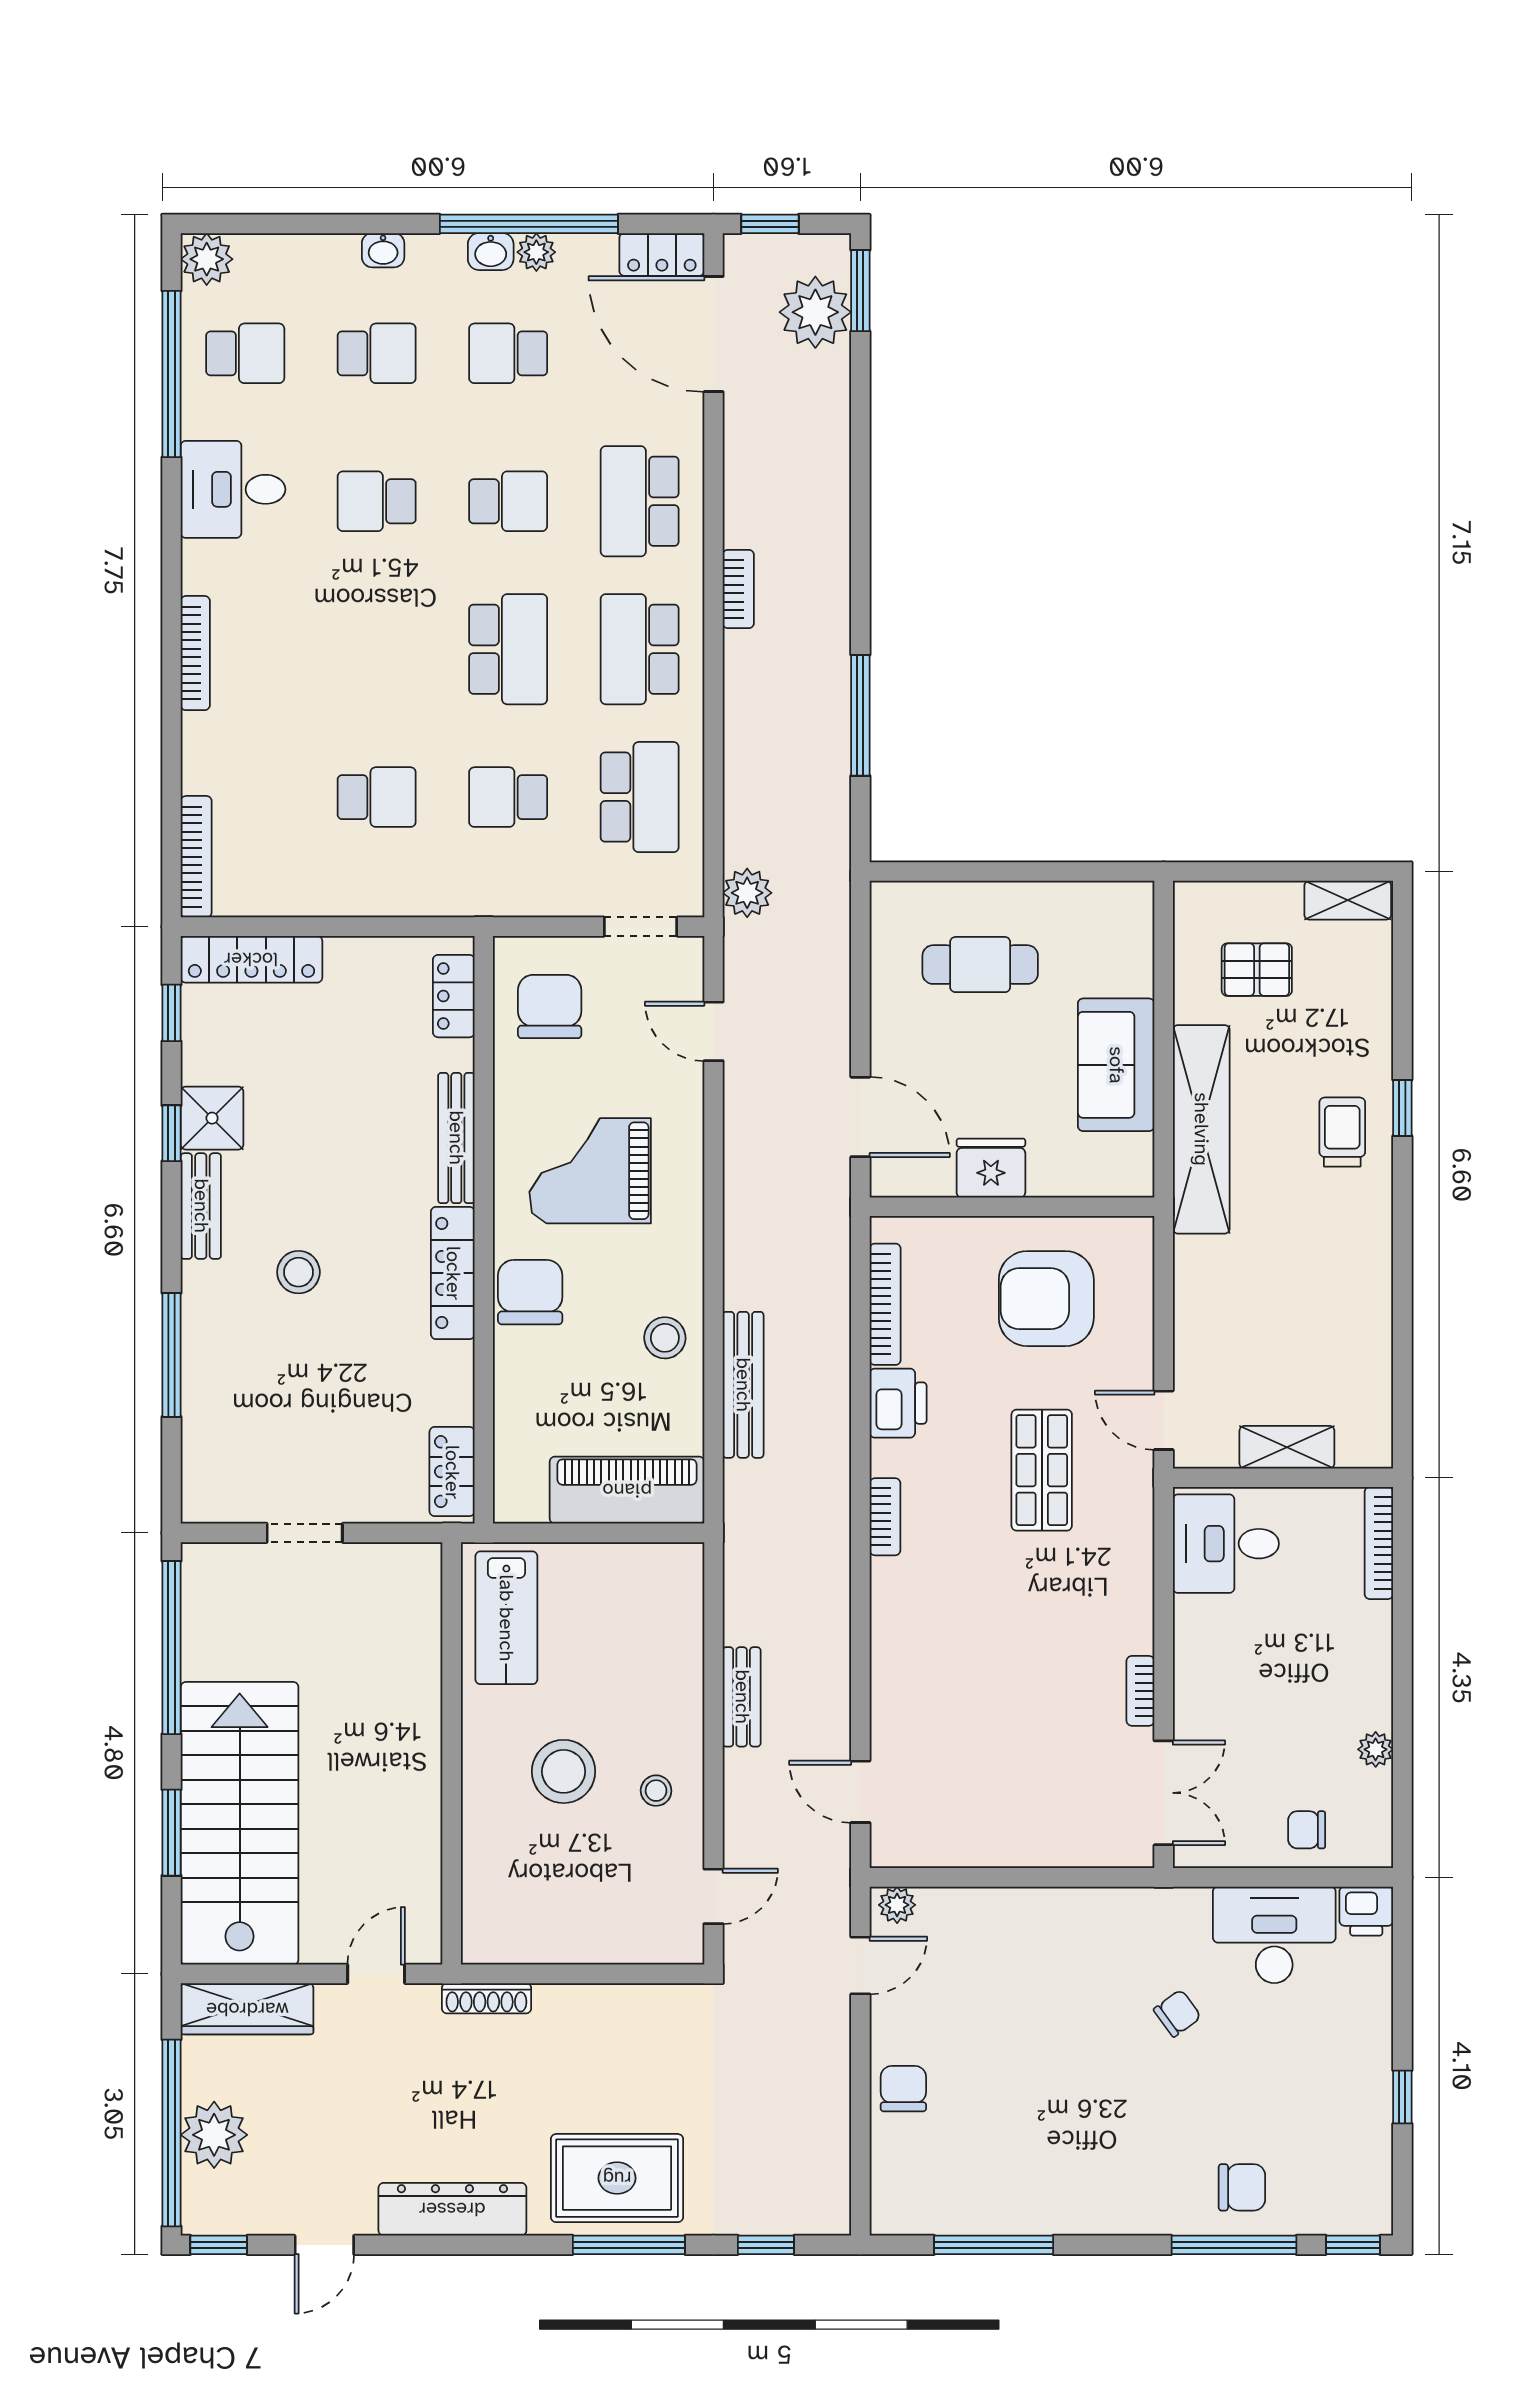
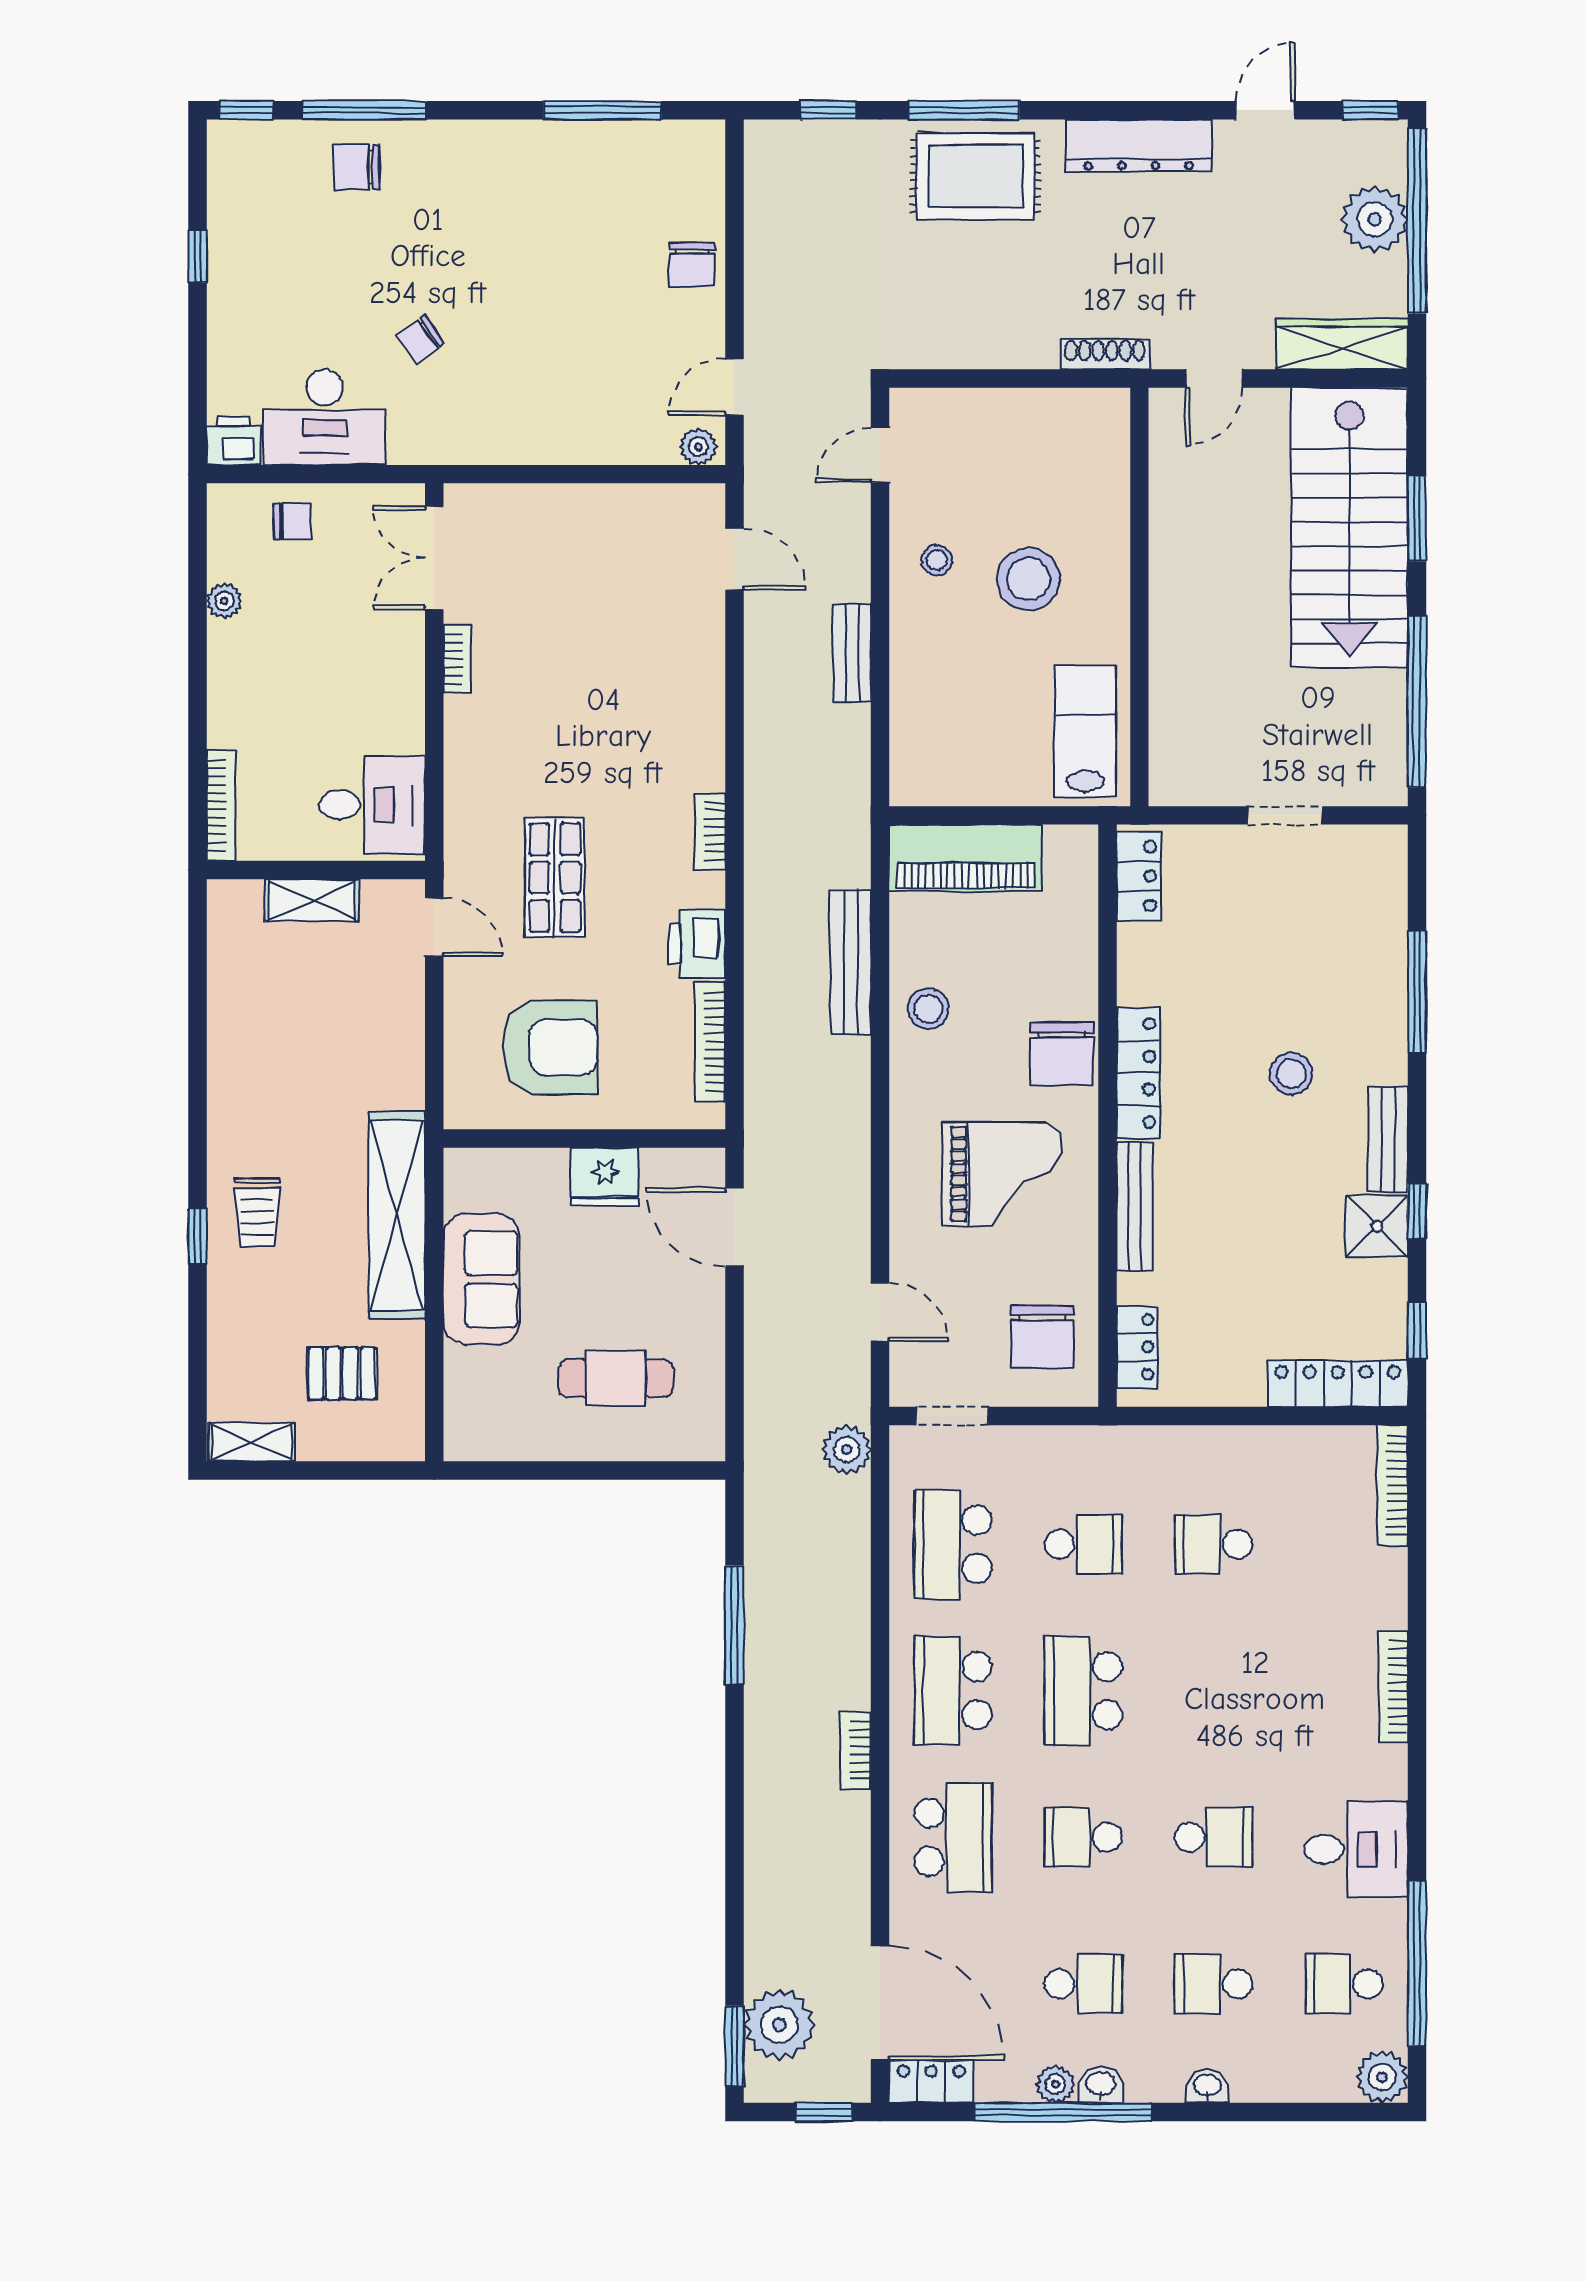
school desk: (640, 649) -> (953, 1691), turned 180

